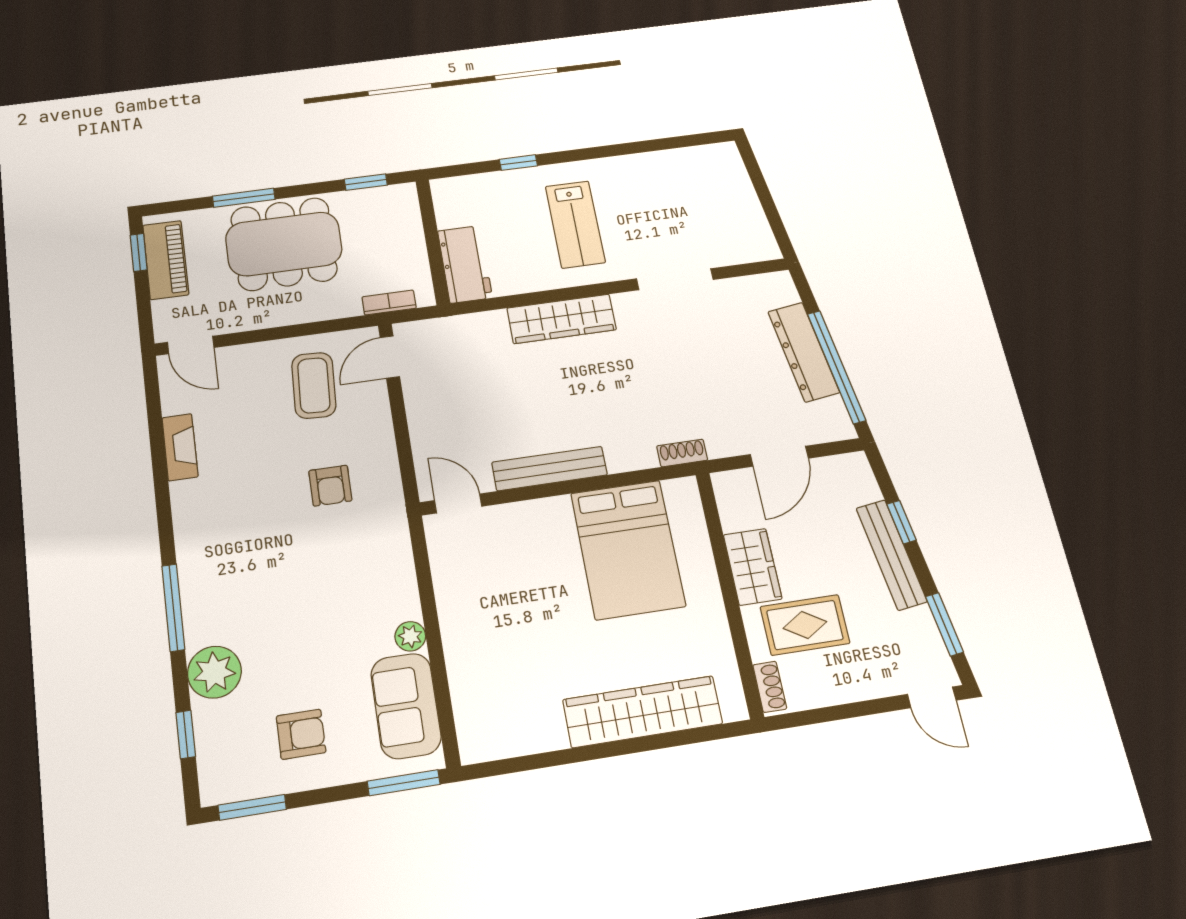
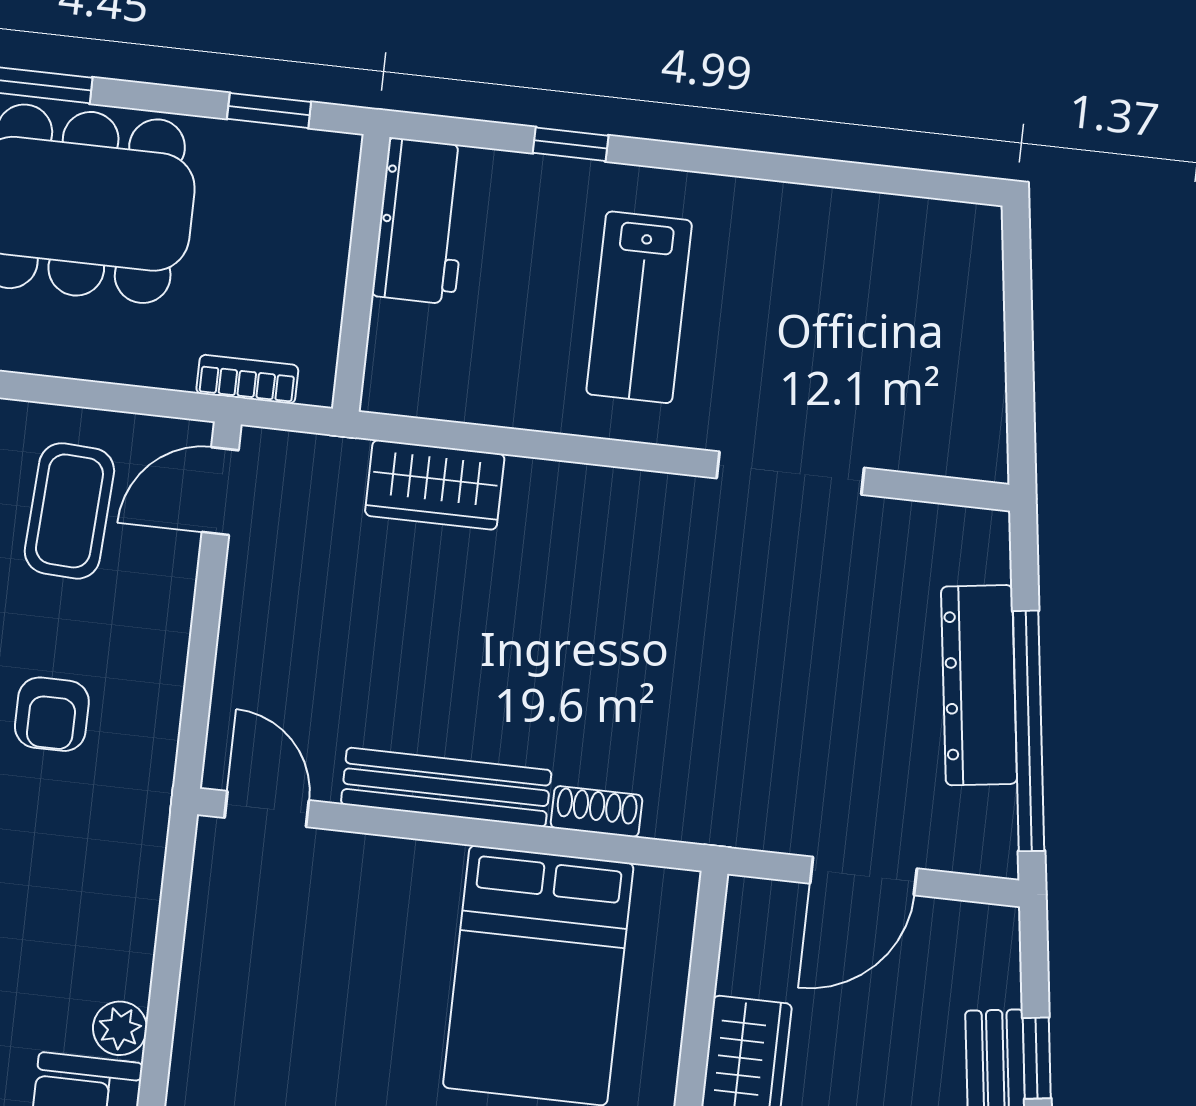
workbench: (465, 264) -> (422, 221), moved
wardrobe: (562, 319) -> (435, 485), moved, width x0.67
shoe rack: (682, 453) -> (597, 812), moved

